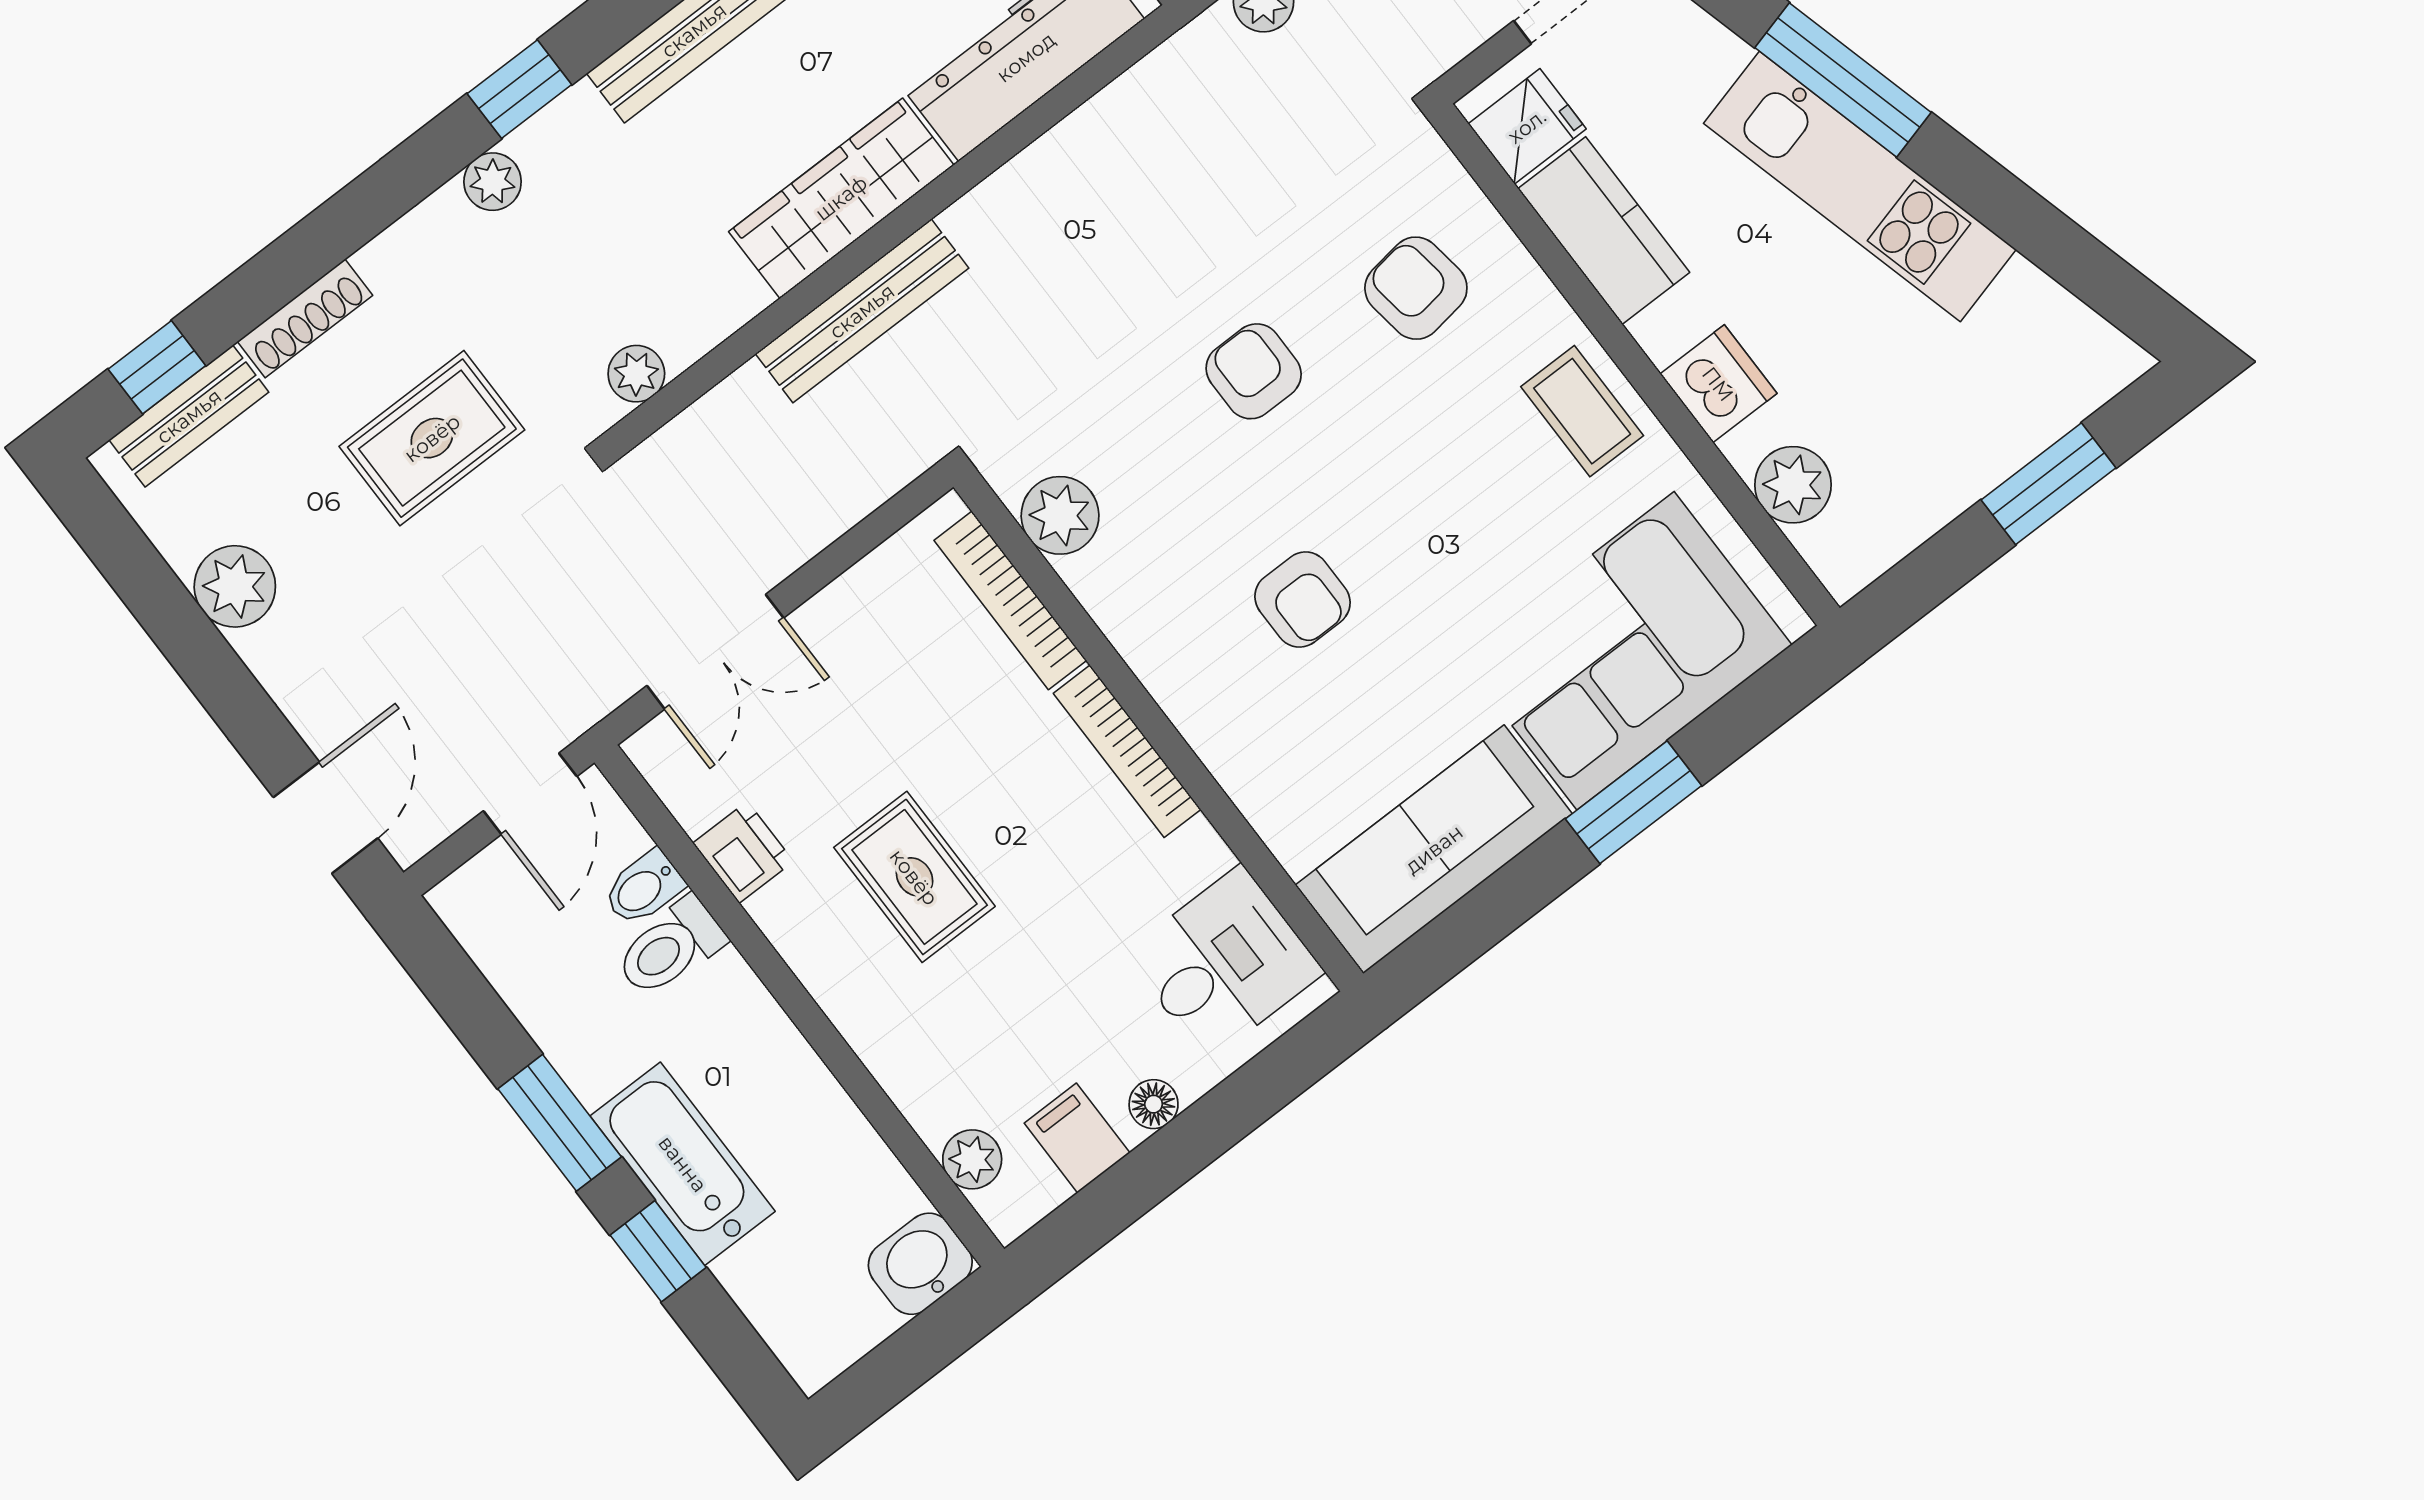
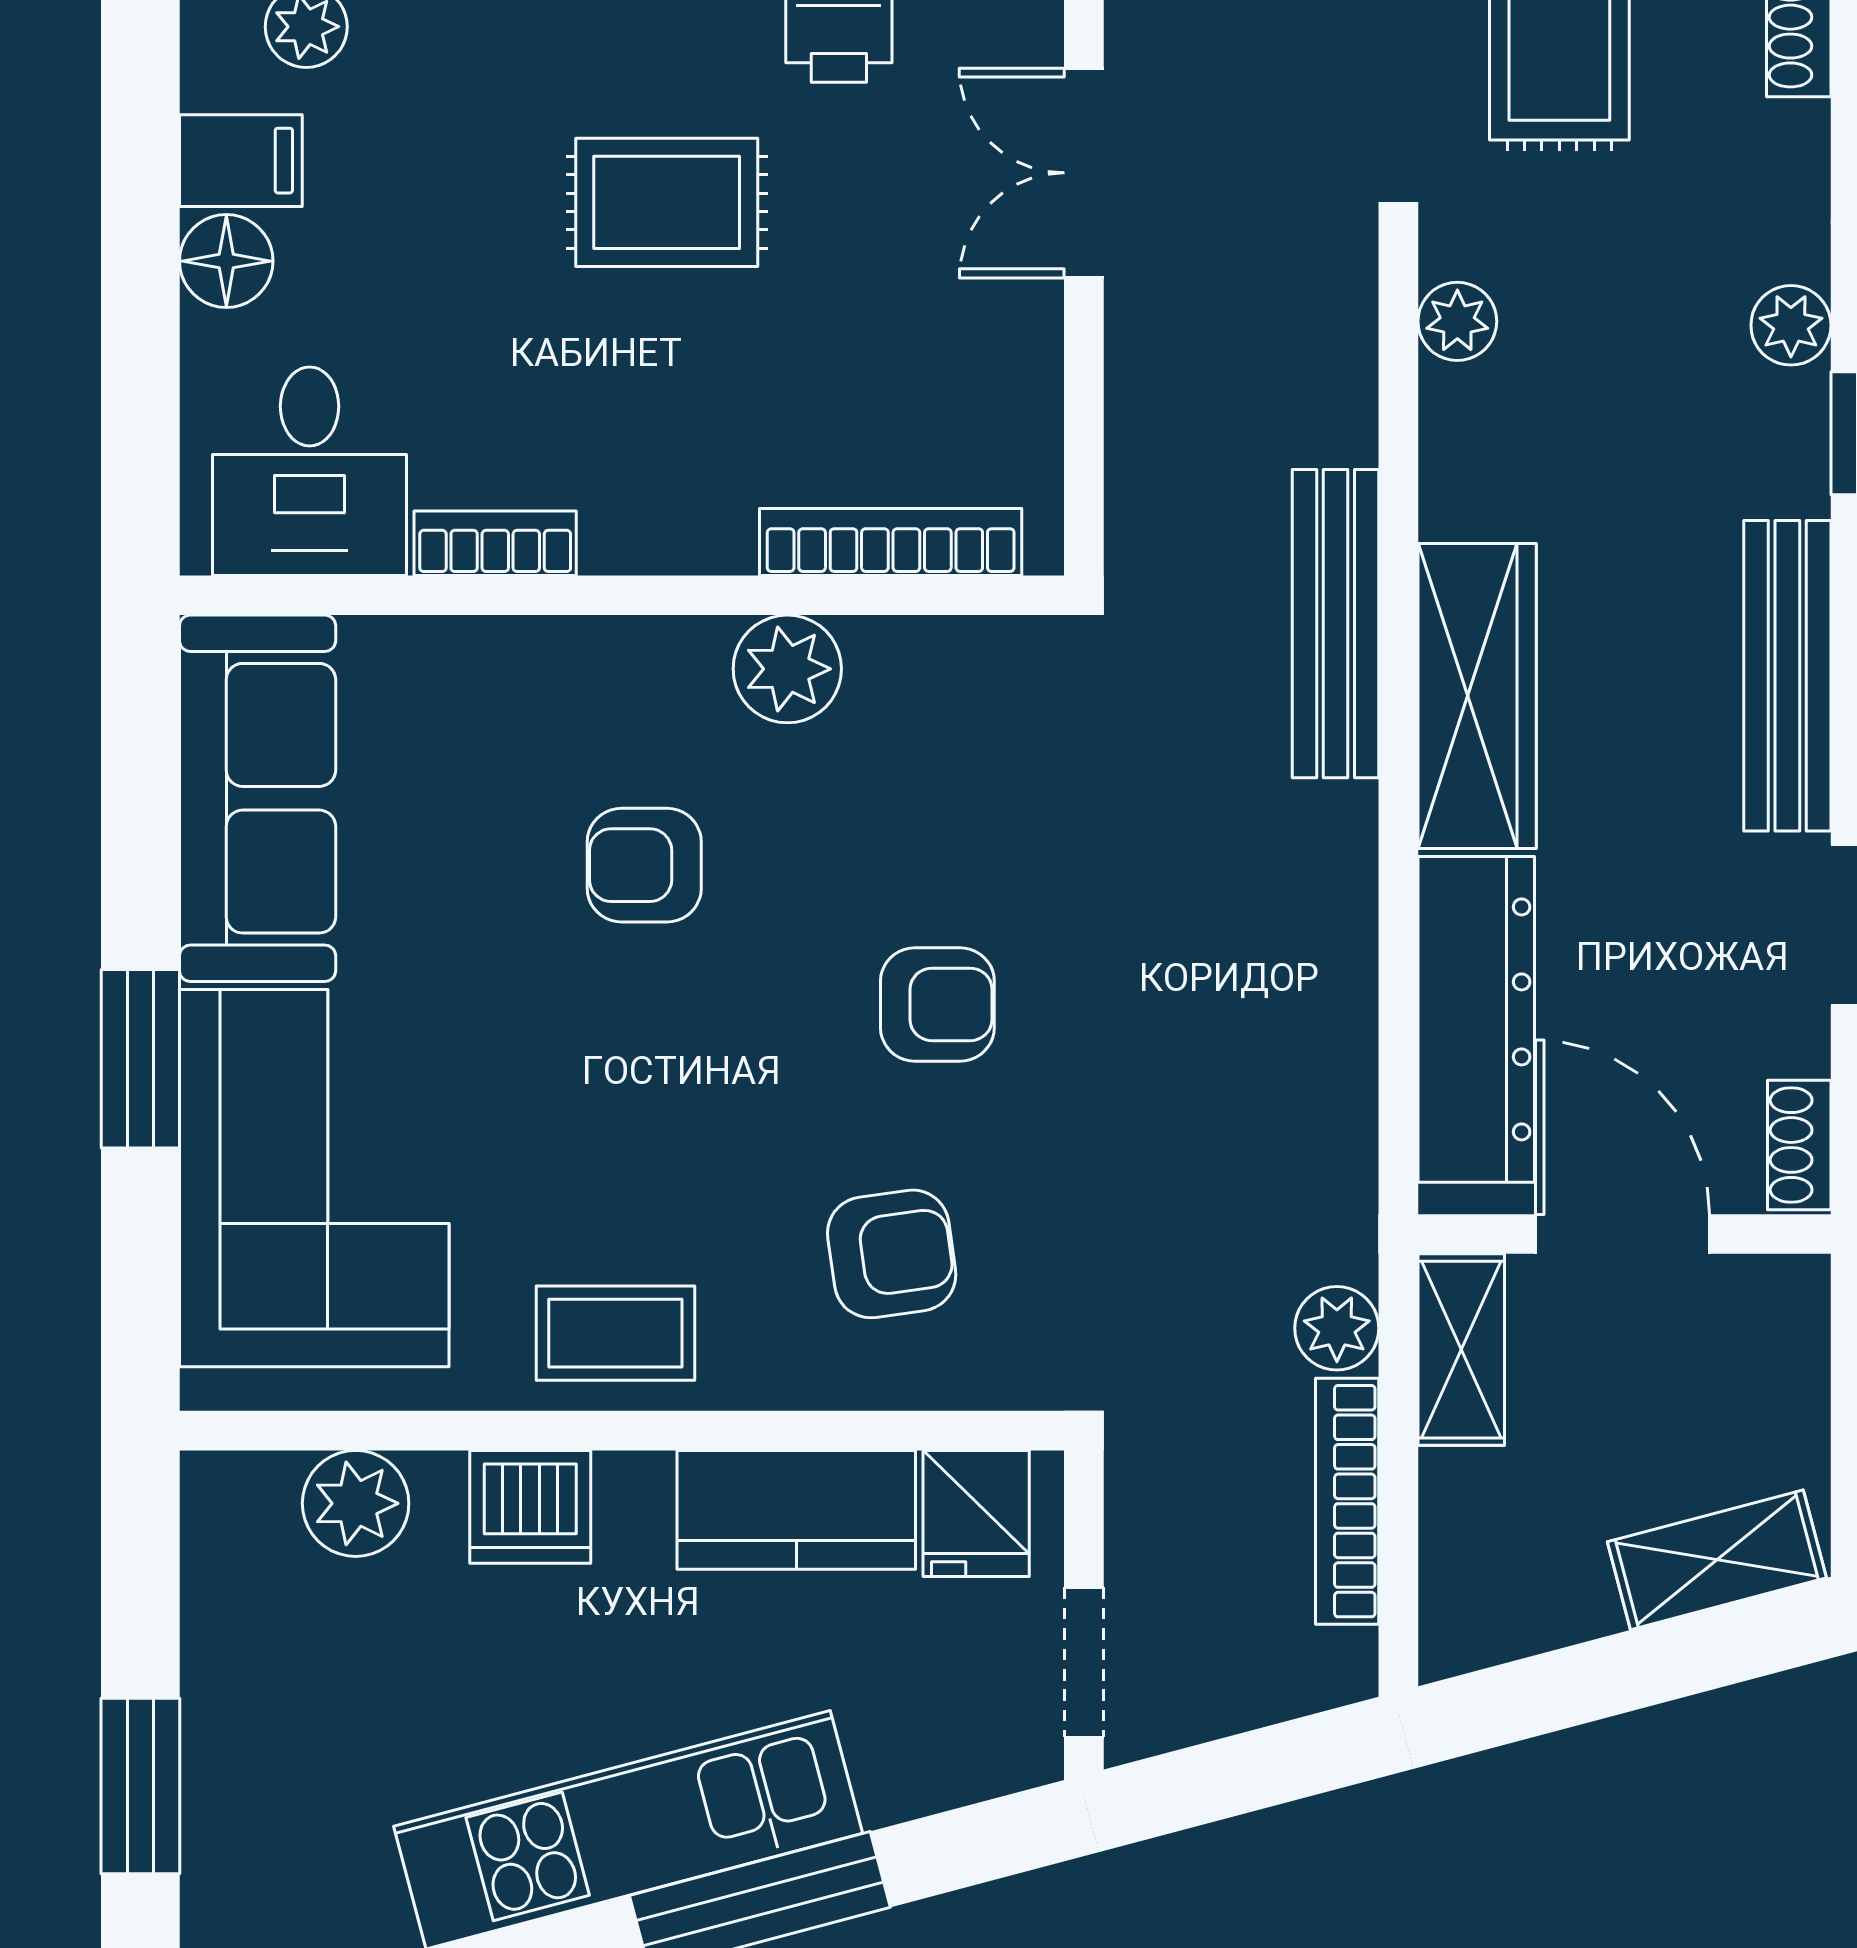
plant: (1060, 515) -> (787, 669), moved
bookcase: (1127, 751) -> (495, 543), moved, width x0.64
floor lamp: (1154, 1104) -> (226, 261), width x1.37, depth x1.37

